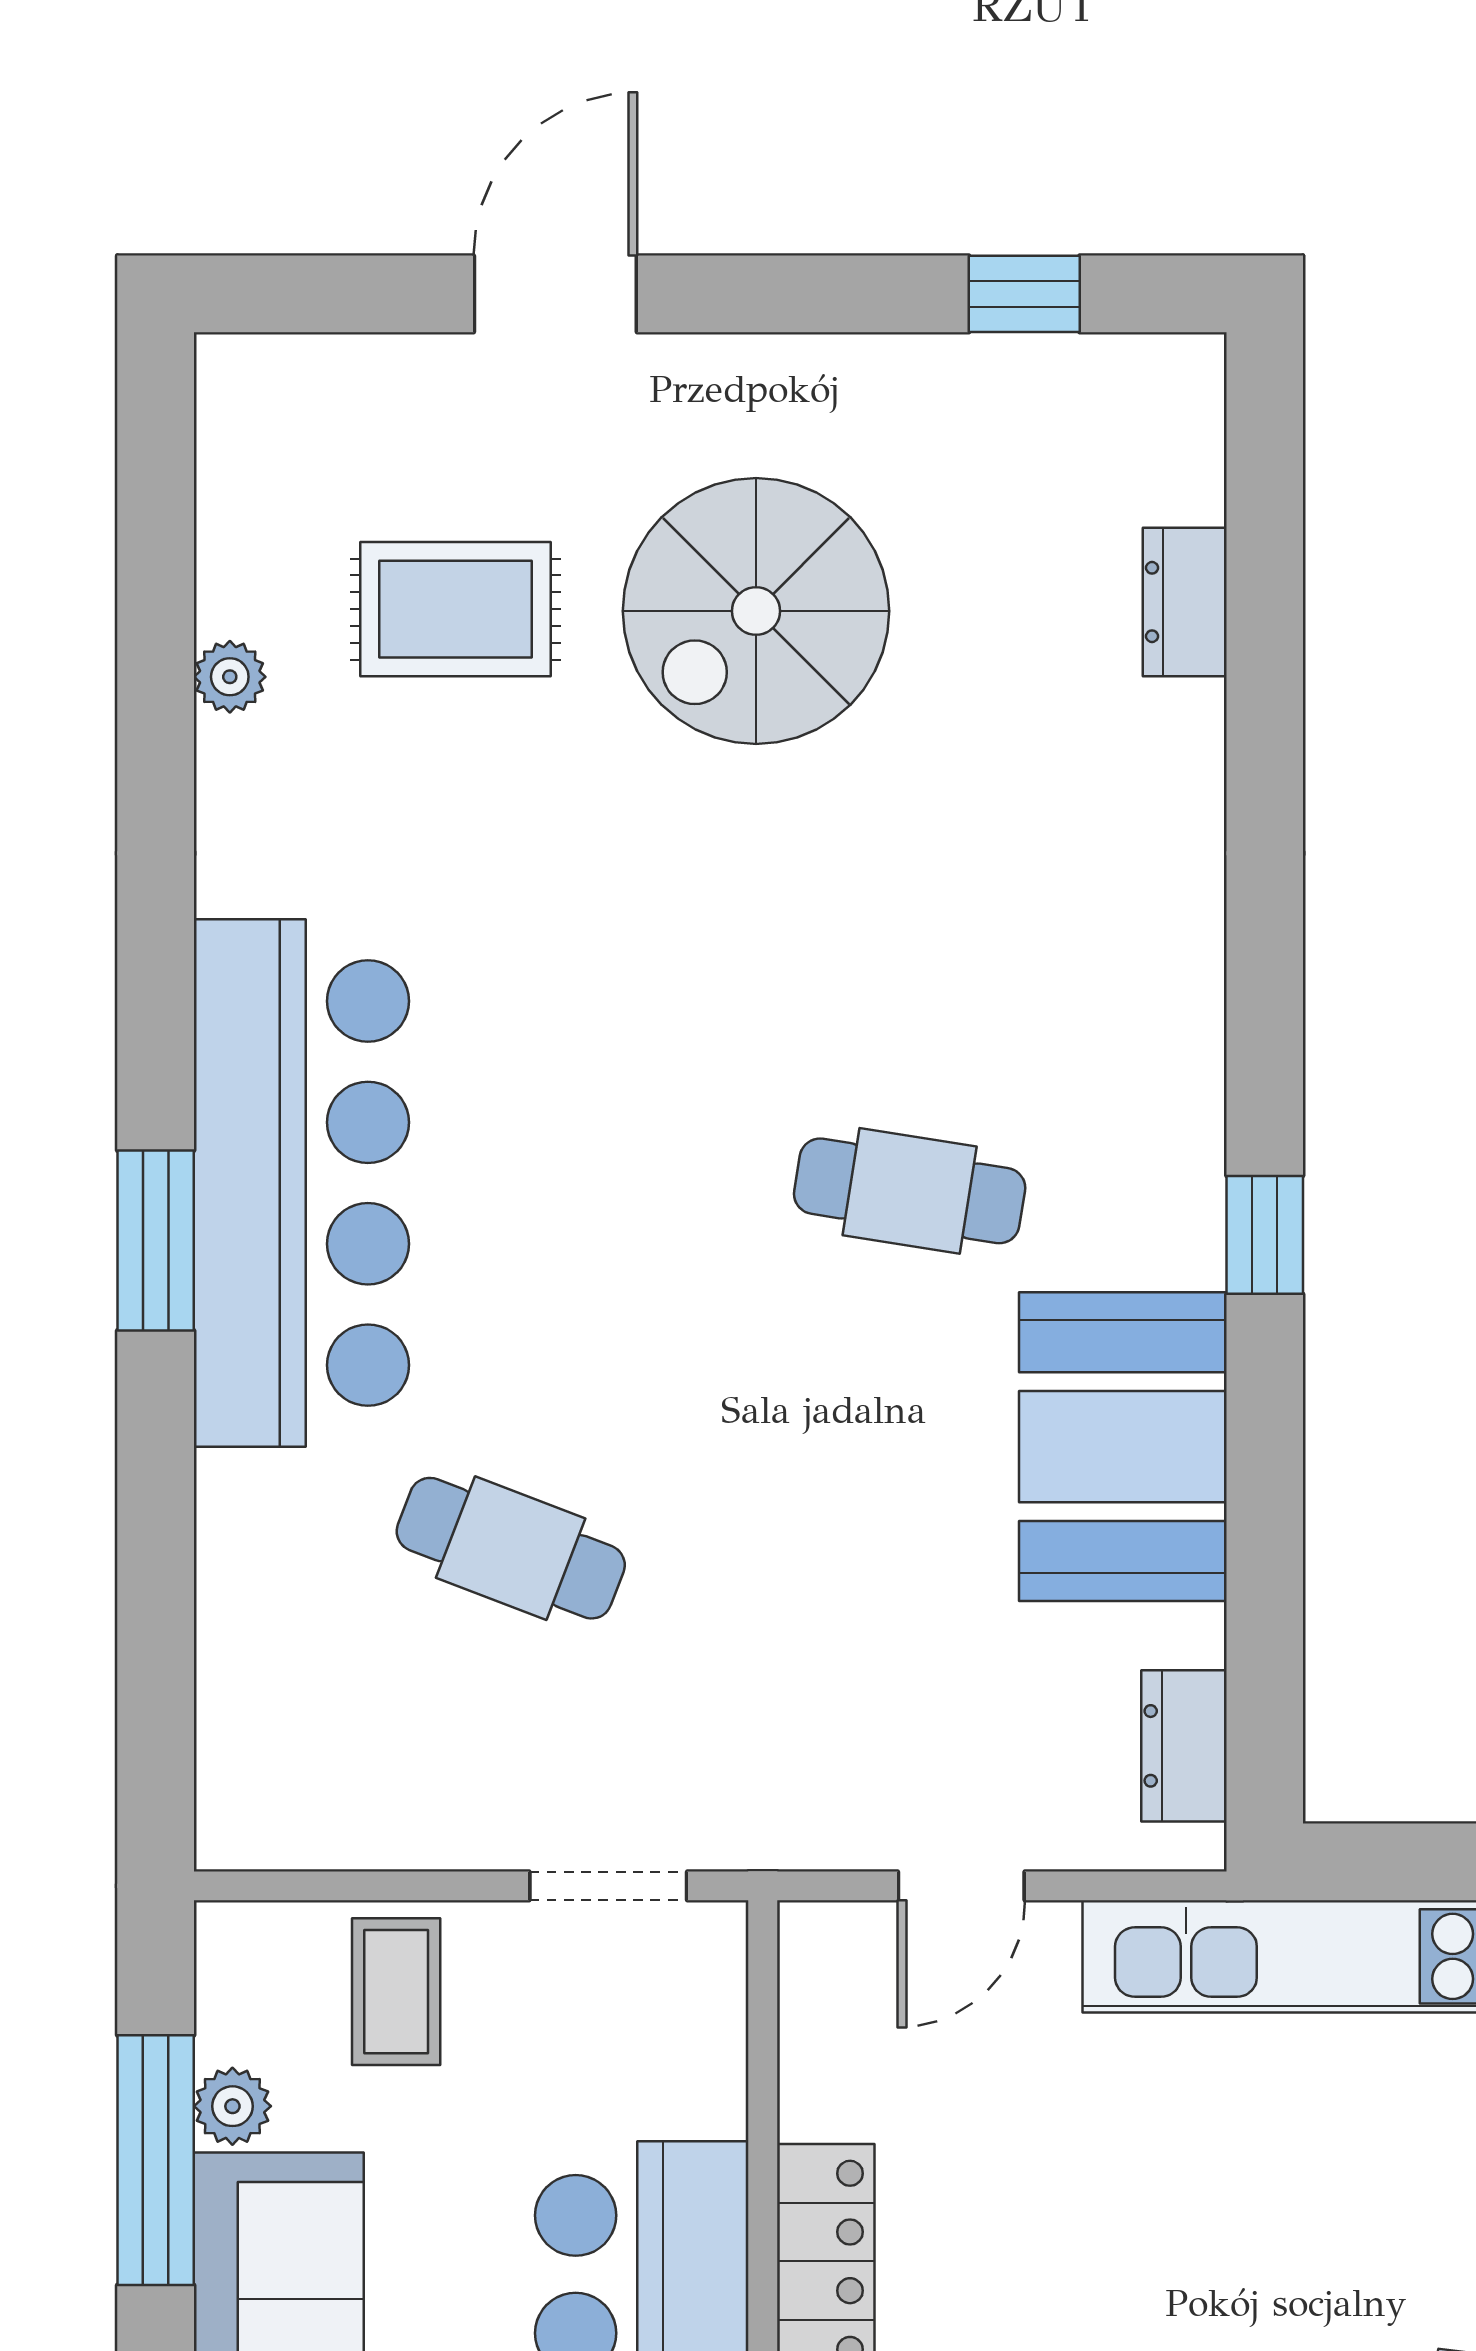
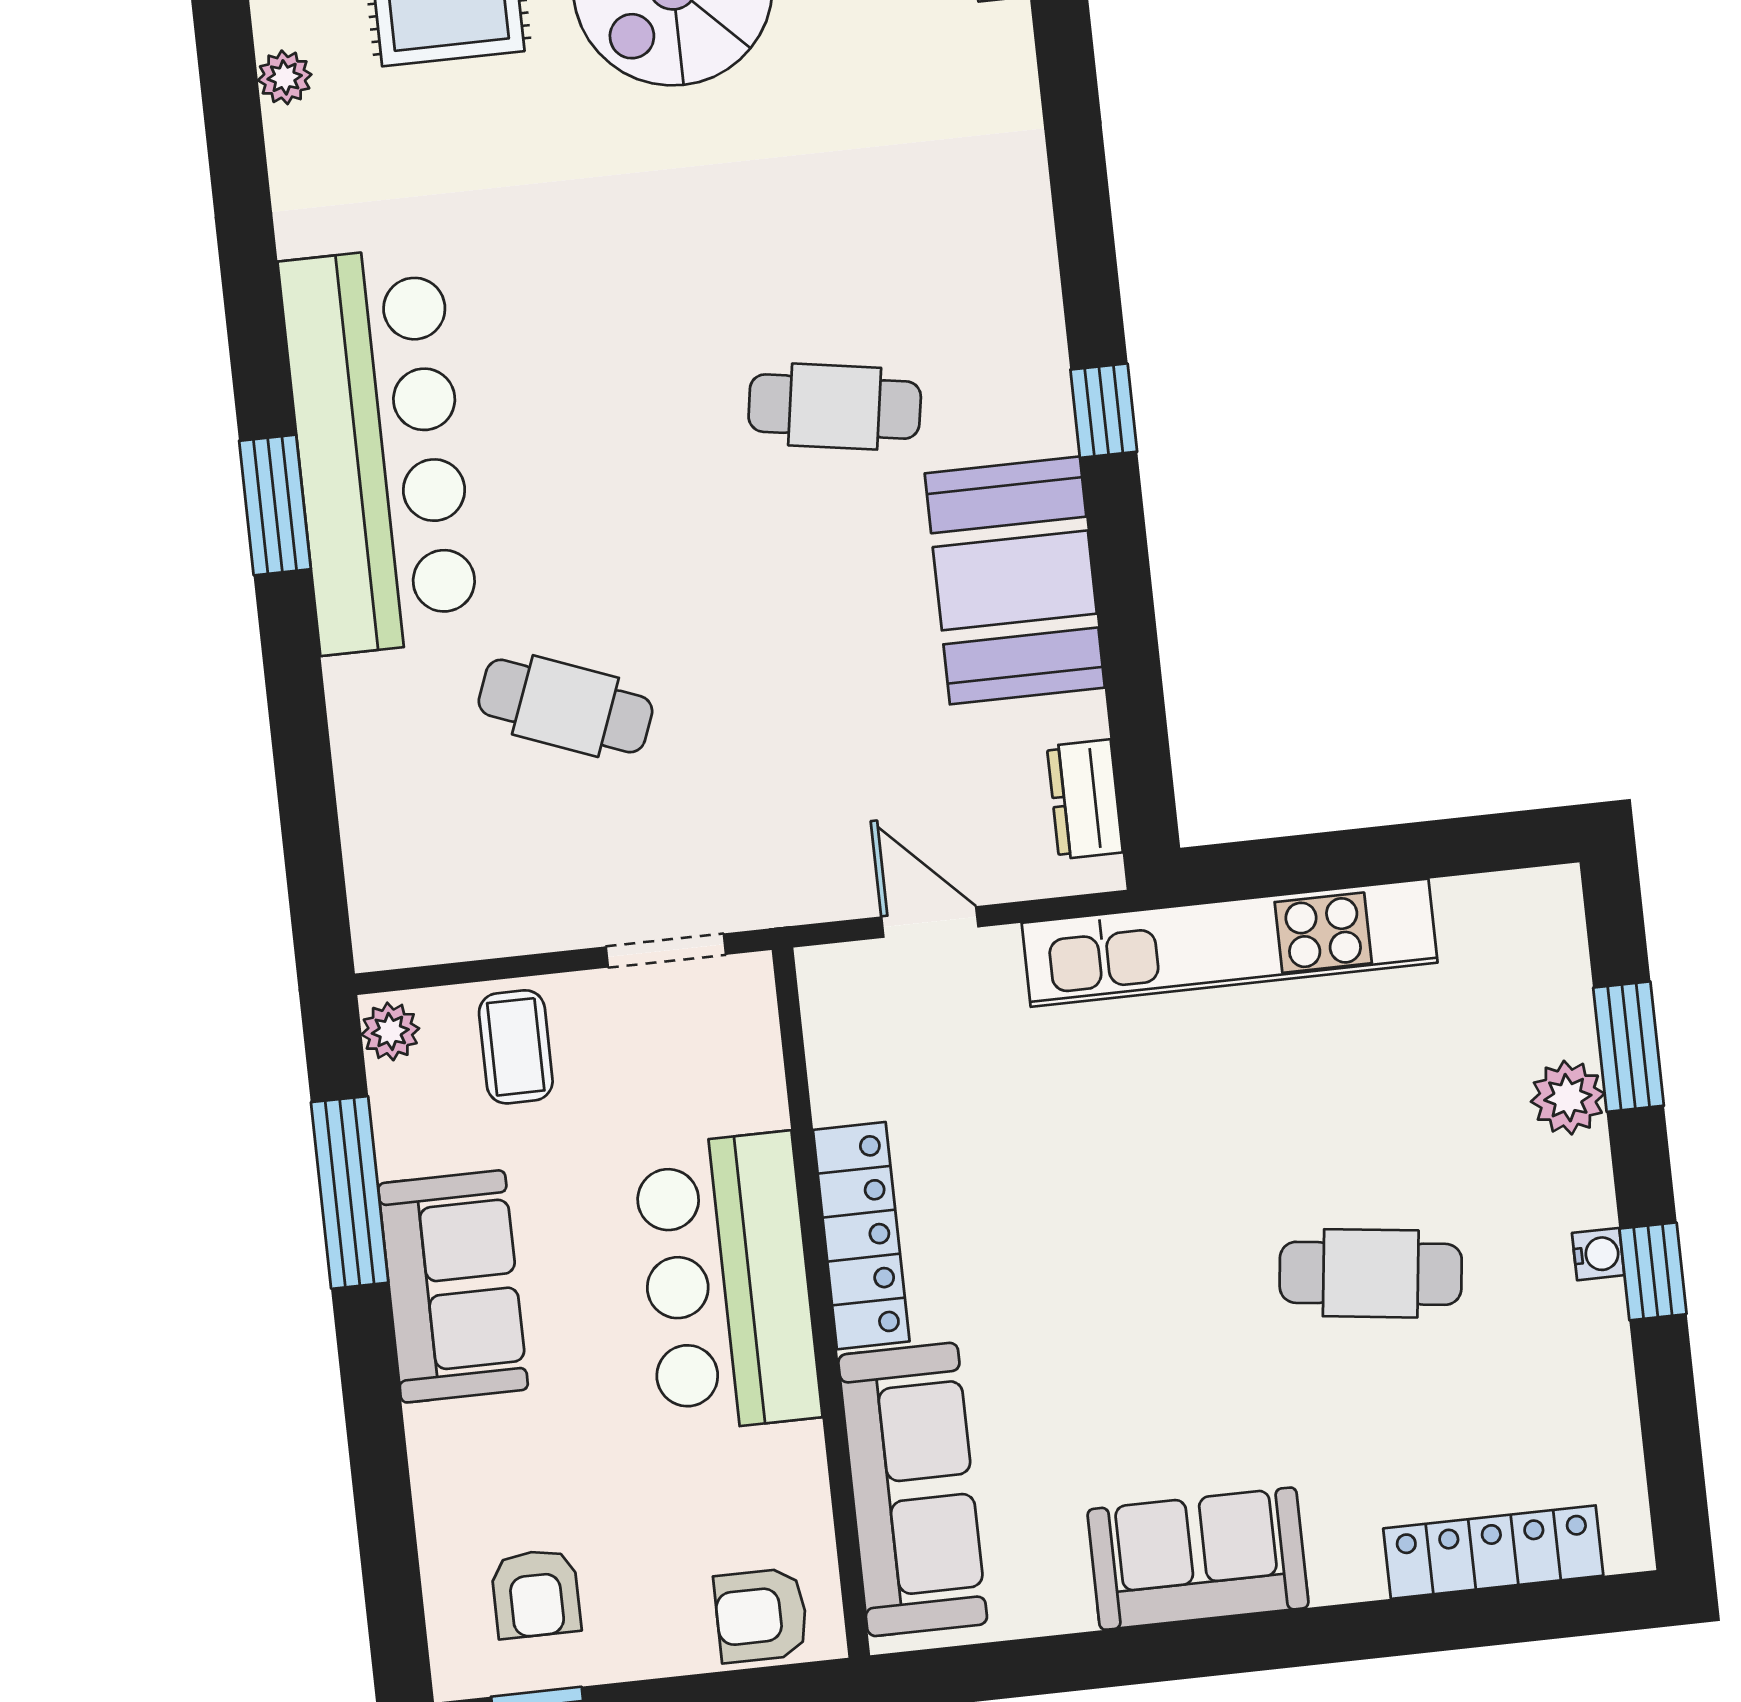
door: (961, 1886) -> (930, 922), swing flipped
plant: (232, 2106) -> (390, 1031), moved

